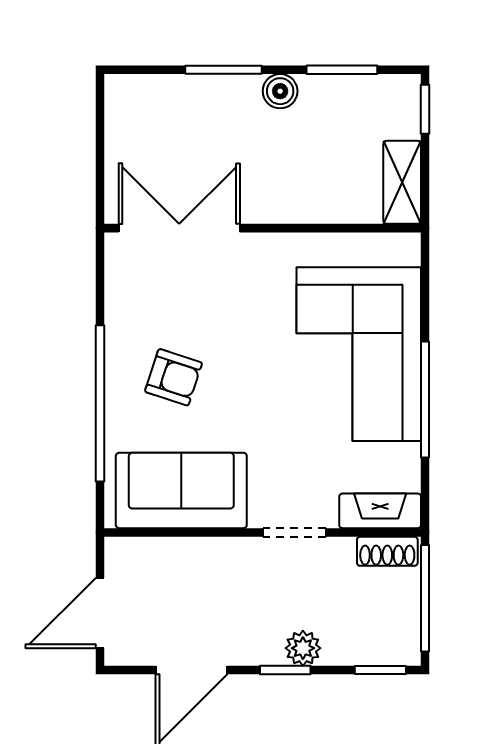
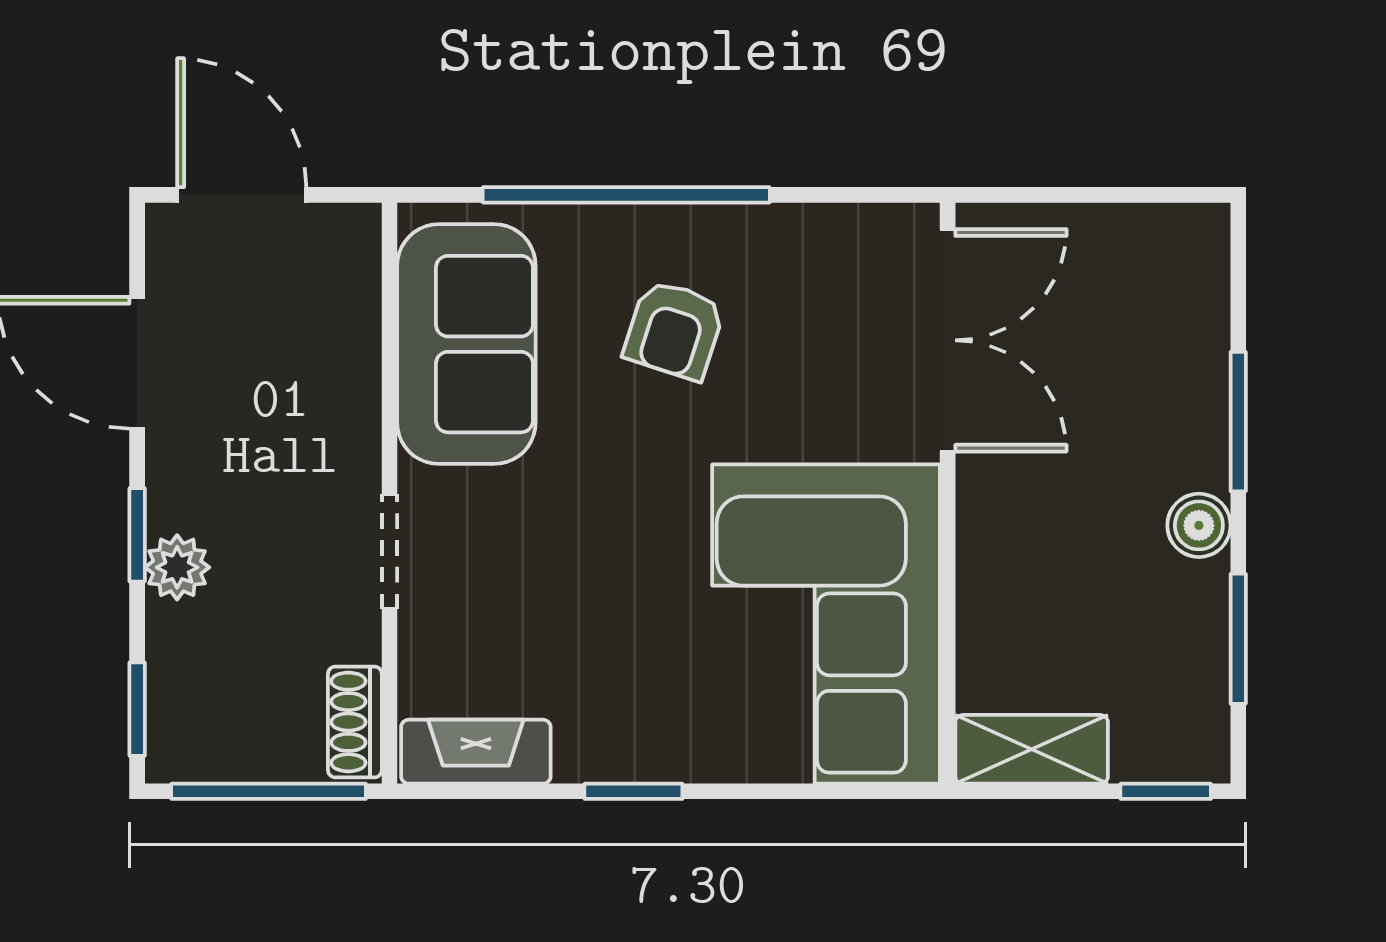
corner sofa: (359, 354) -> (826, 624), moved, turned -90
window: (425, 399) -> (633, 791), width x0.46
fireplace: (380, 511) -> (476, 752), moved, turned -90

